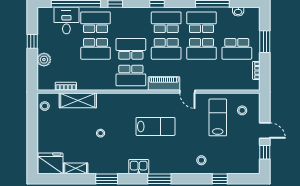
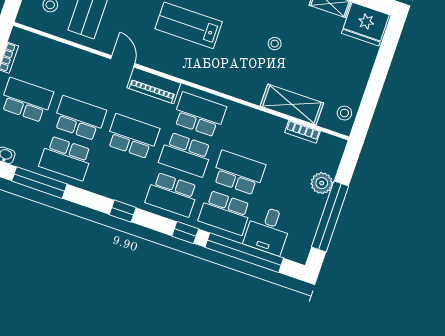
school desk: (166, 22) -> (172, 195), moved
window: (32, 41) -> (330, 217), width x3.17

